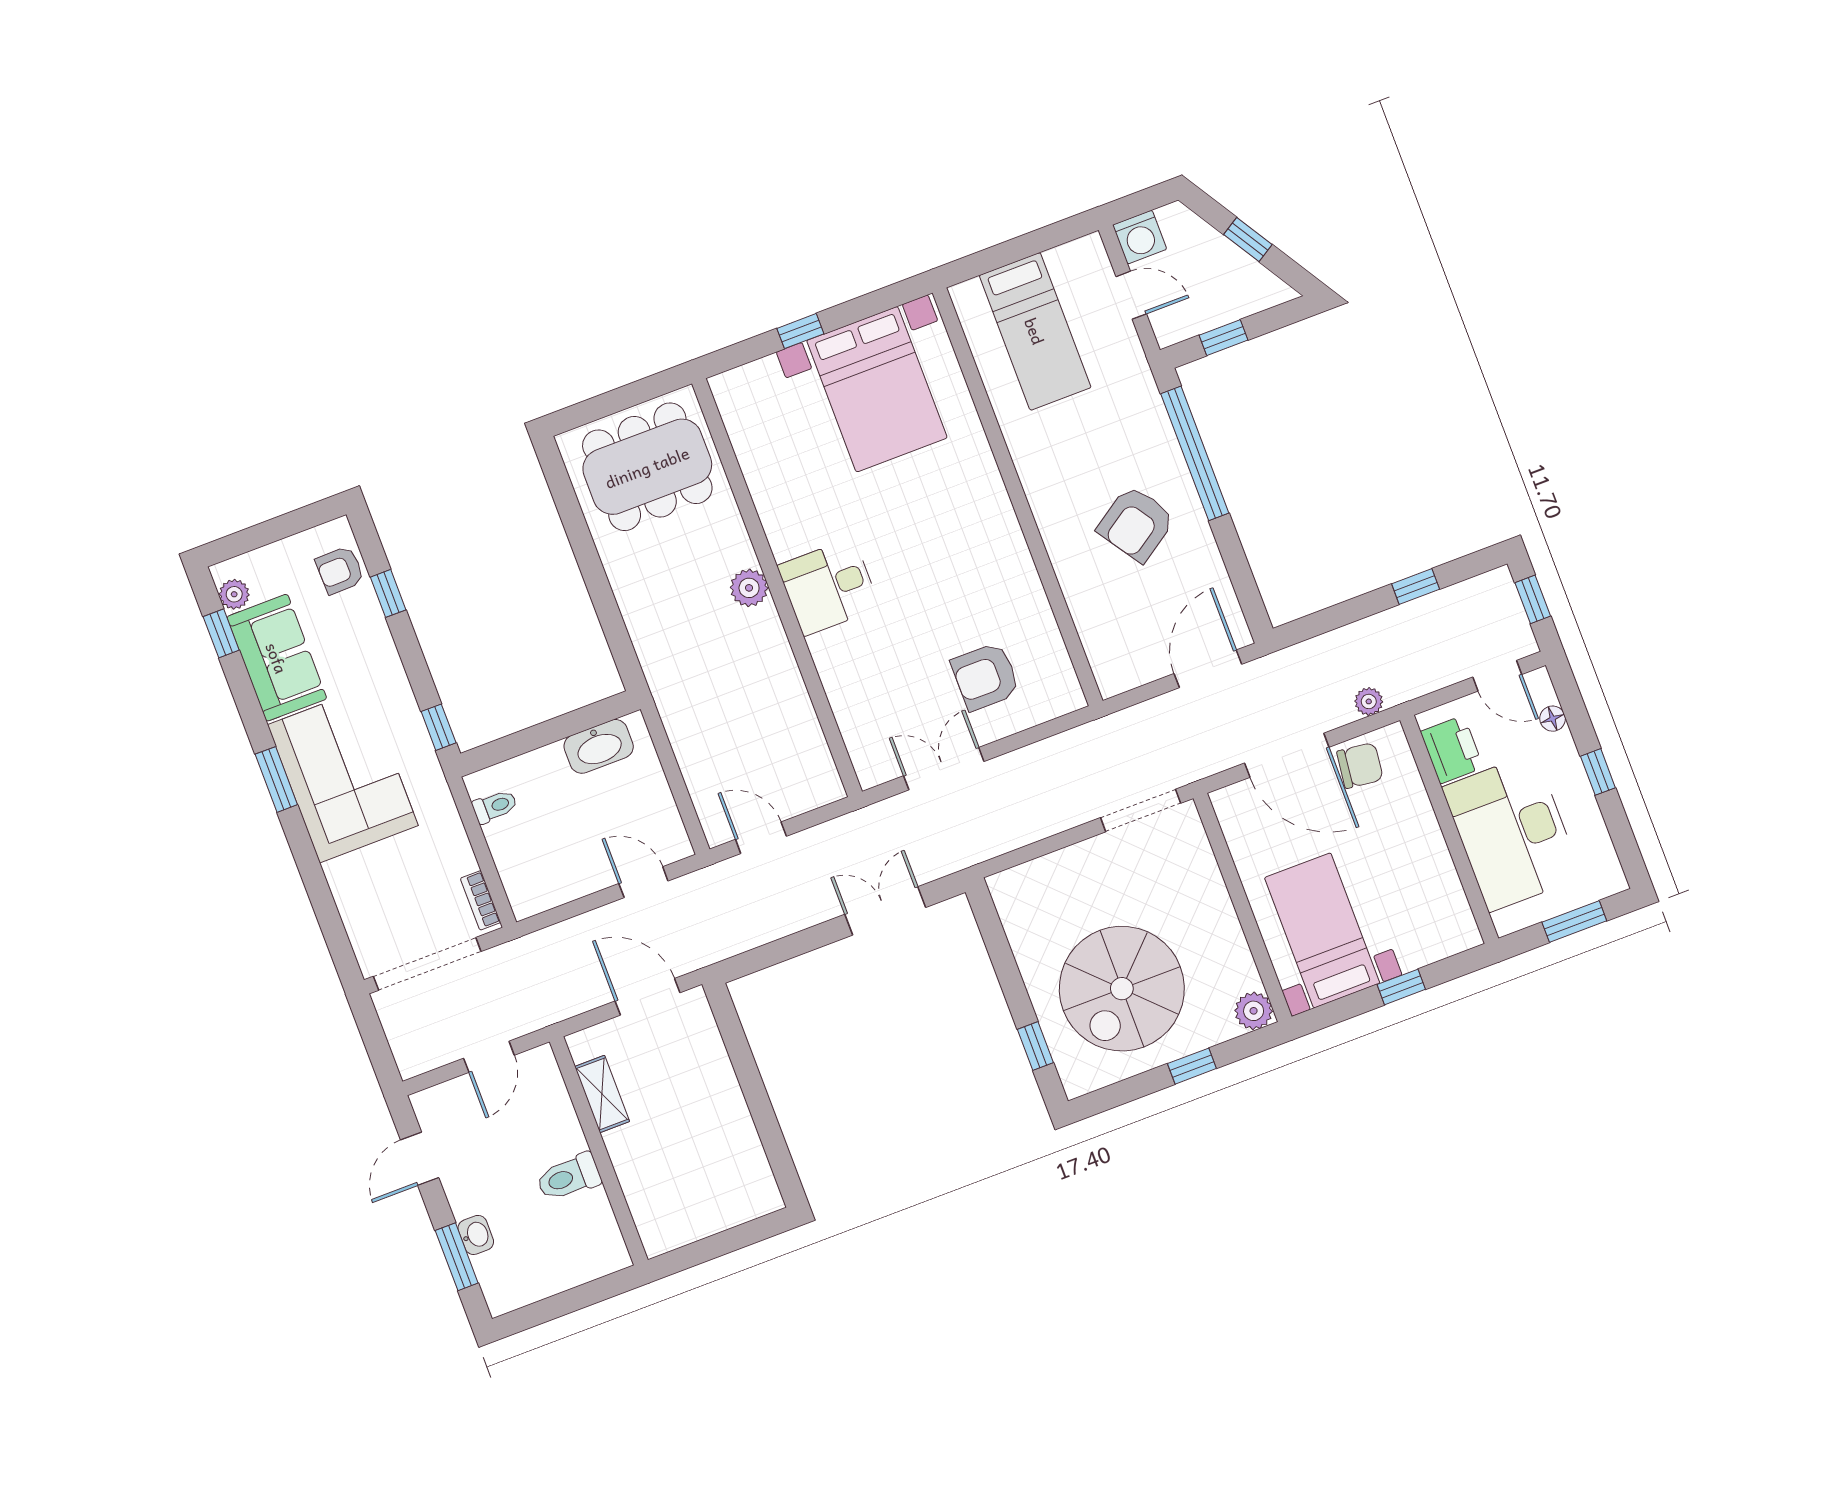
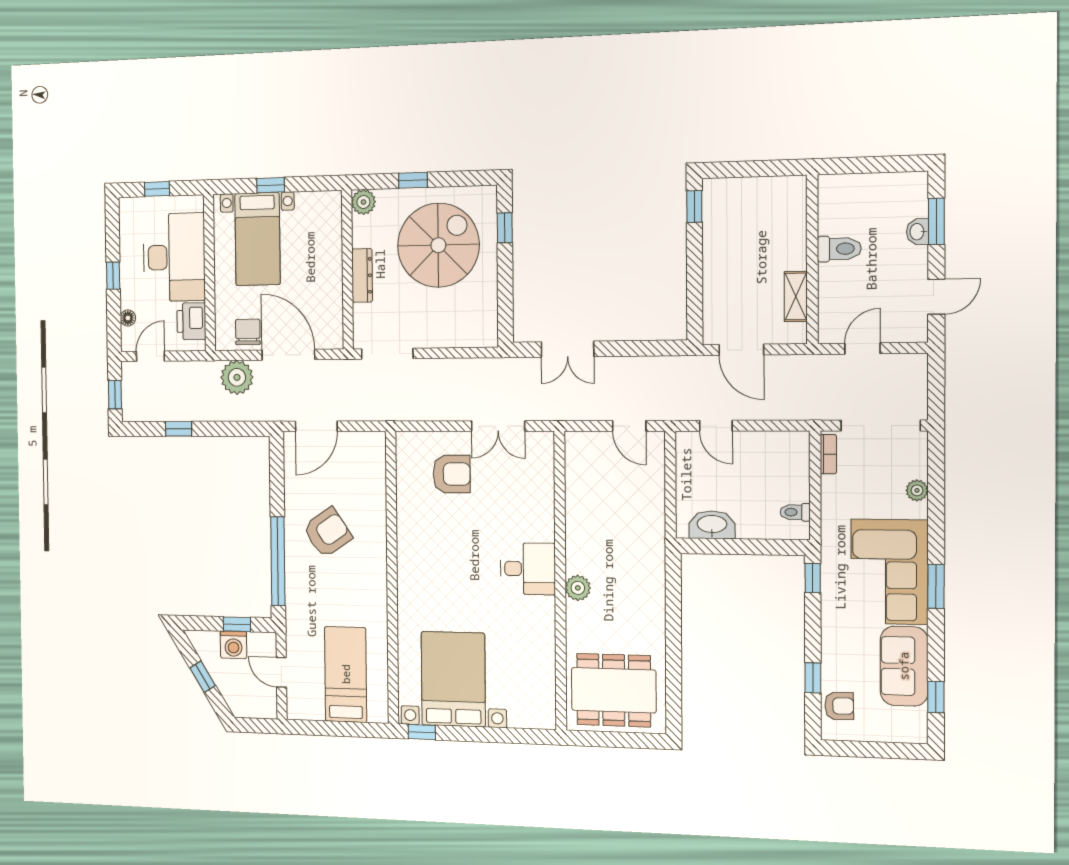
washing machine: (1140, 237) -> (233, 645), moved, turned 180
window: (800, 331) -> (422, 732), moved
plant: (234, 594) -> (917, 490), moved
door: (1497, 676) -> (150, 356), hinge flipped
plant: (1369, 701) -> (237, 377), width x1.88, depth x1.88
chair: (1360, 765) -> (248, 332), turned 83
dresser: (1218, 907) -> (362, 275), added
window: (1574, 922) -> (157, 189), width x0.67
bed with nightstands: (1322, 930) -> (258, 239), moved
window: (783, 1166) -> (694, 206), added

